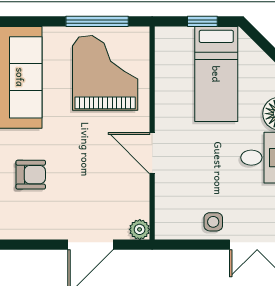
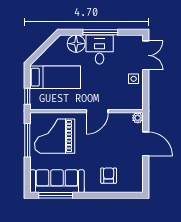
window: (202, 21) -> (27, 96), moved

